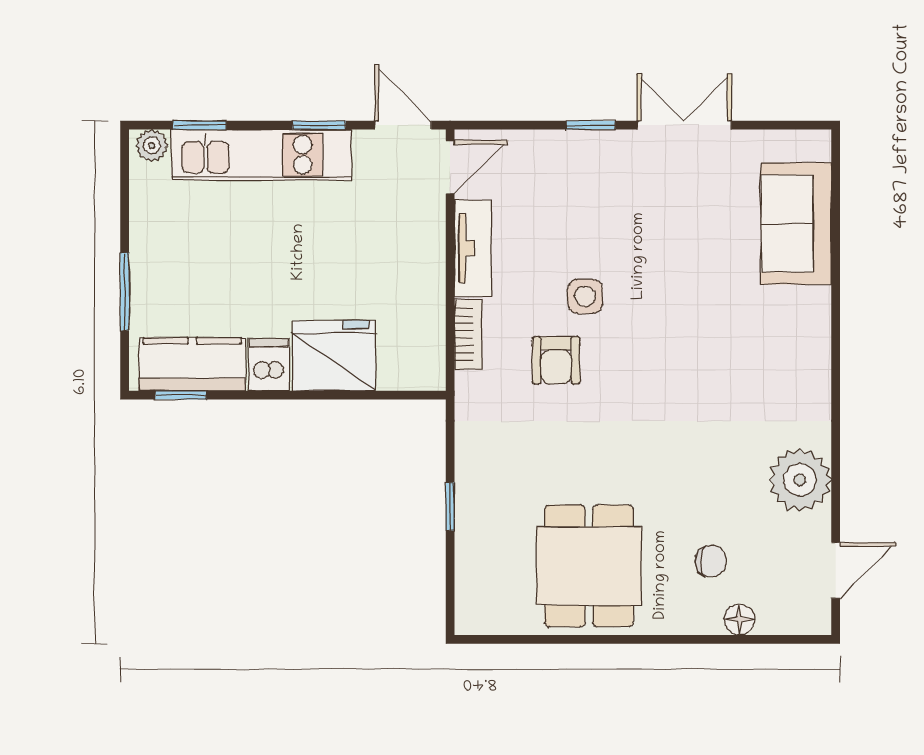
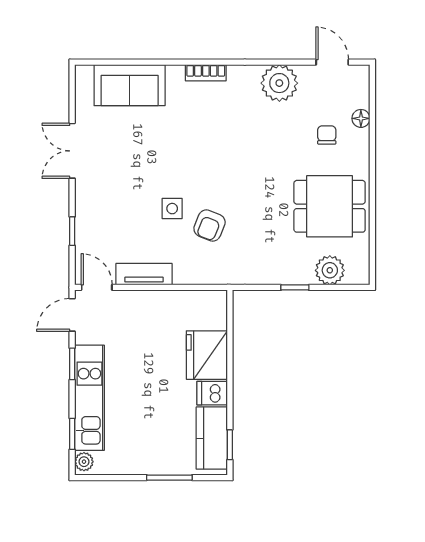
window: (591, 125) -> (72, 231), moved
bookcase: (468, 335) -> (206, 73), moved, turned 180
armchair: (556, 360) -> (210, 225), turned 112
plant: (479, 566) -> (330, 270), added

